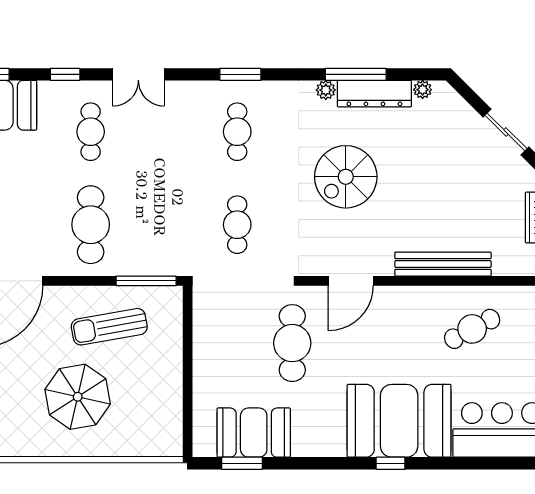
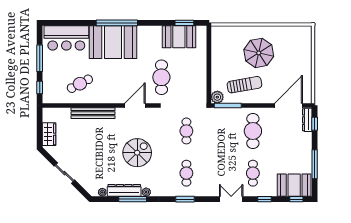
plant: (169, 299) -> (217, 97), added
window: (391, 463) -> (117, 23), width x3.17

